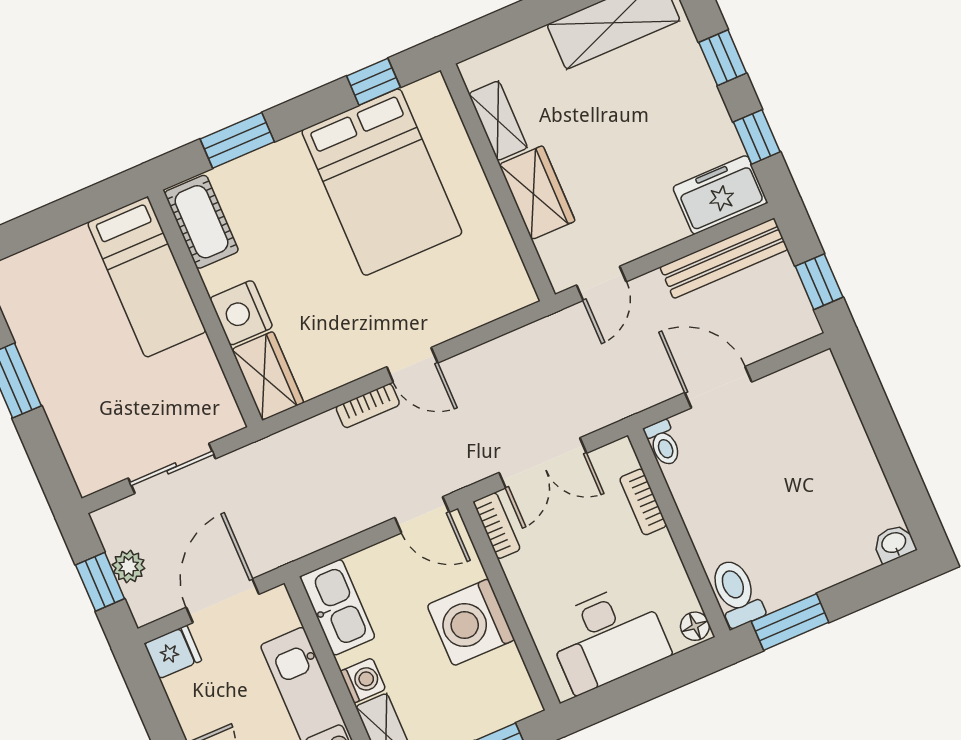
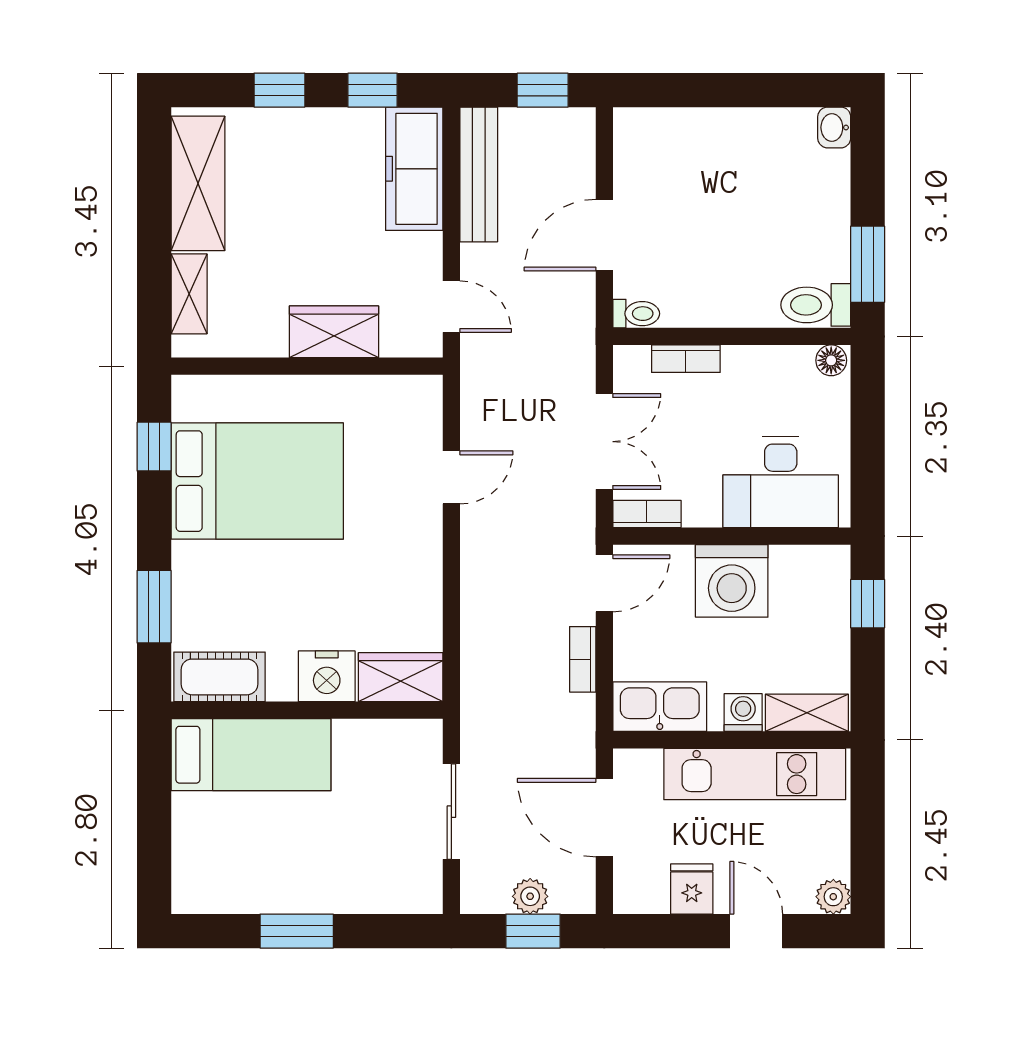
shelving: (498, 121) -> (189, 294), moved, turned 90
freezer: (720, 195) -> (414, 169), width x1.40
door: (412, 365) -> (451, 477), moved
bookcase: (368, 406) -> (583, 659), moved, turned 180
desk: (608, 638) -> (781, 482), moved, turned 90
fridge: (173, 652) -> (692, 889), moved

